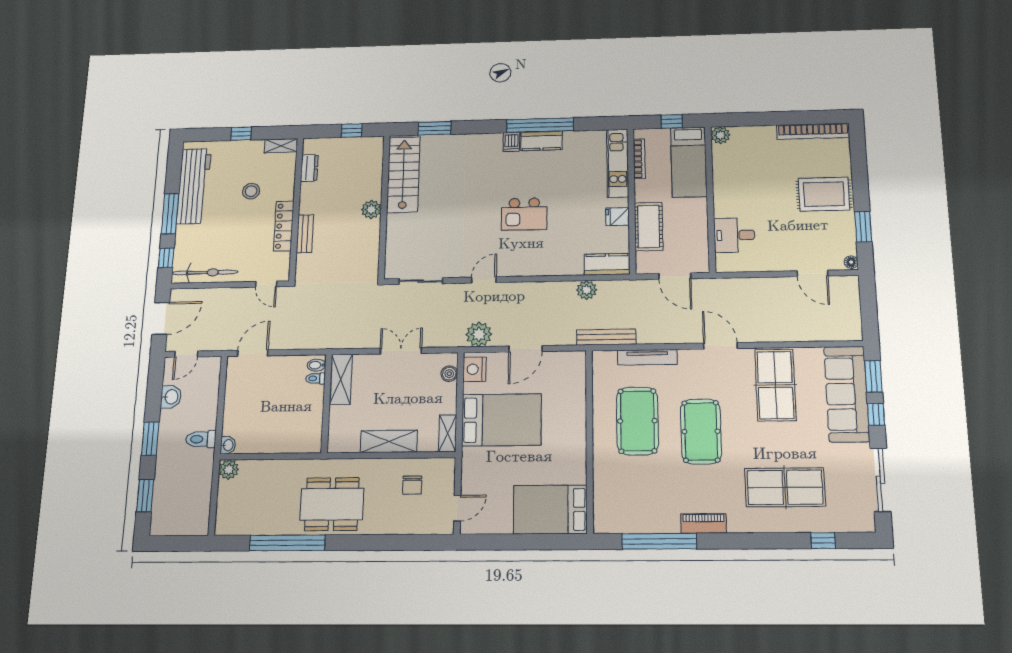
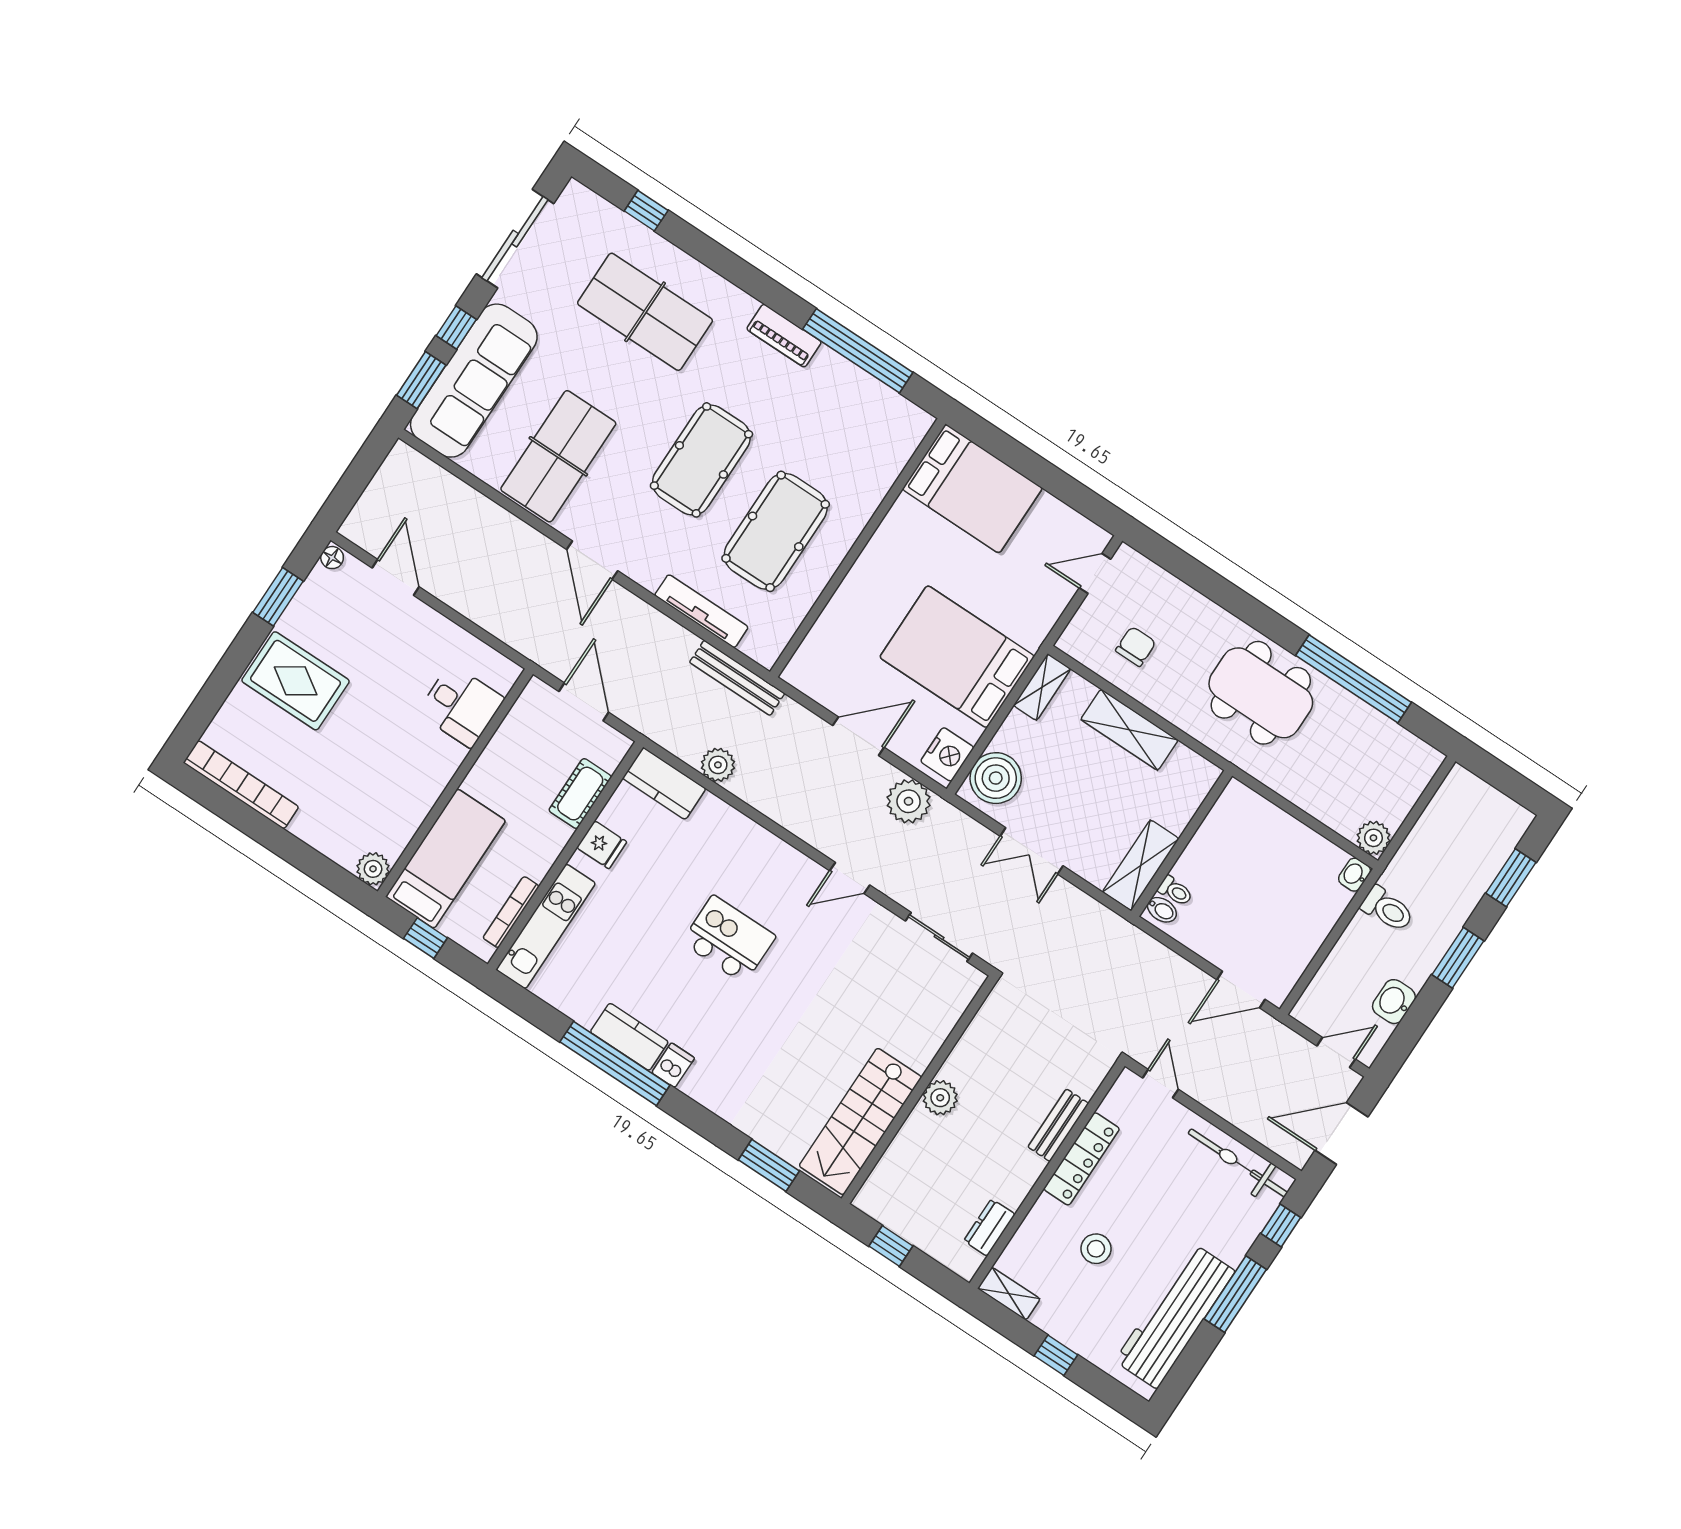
cot: (649, 226) -> (580, 794), width x0.73, depth x0.75
boiler: (449, 374) -> (996, 778), width x1.86, depth x1.86

